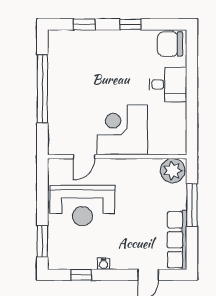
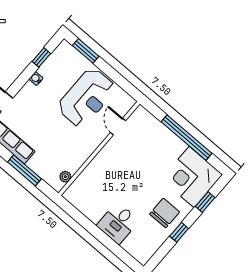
chair: (170, 44) -> (165, 213), moved
corner desk: (122, 130) -> (192, 177), moved, turned 180
plant: (173, 171) -> (65, 177), width x0.53, depth x0.53
reception desk: (82, 205) -> (87, 98), turned 180

